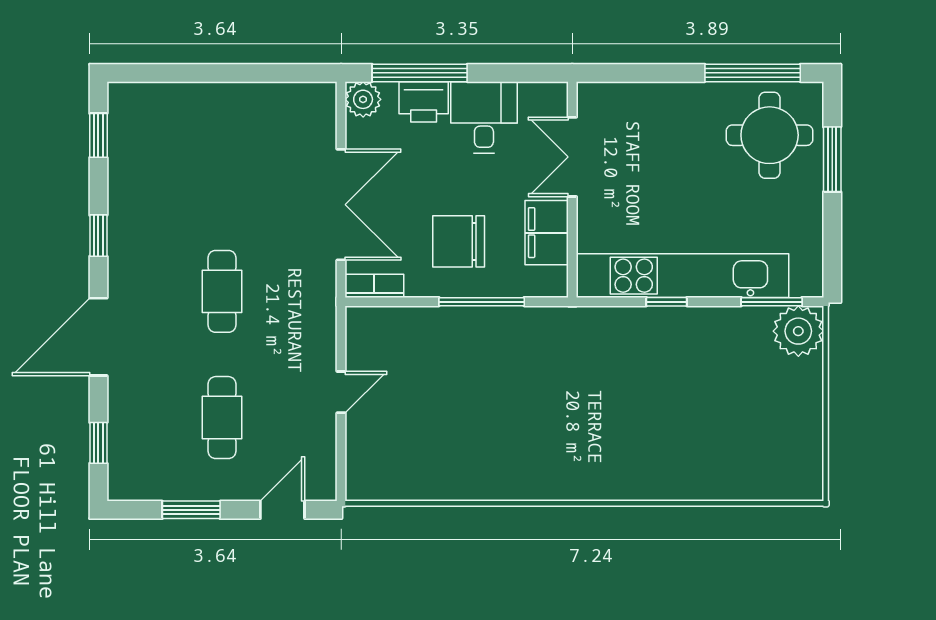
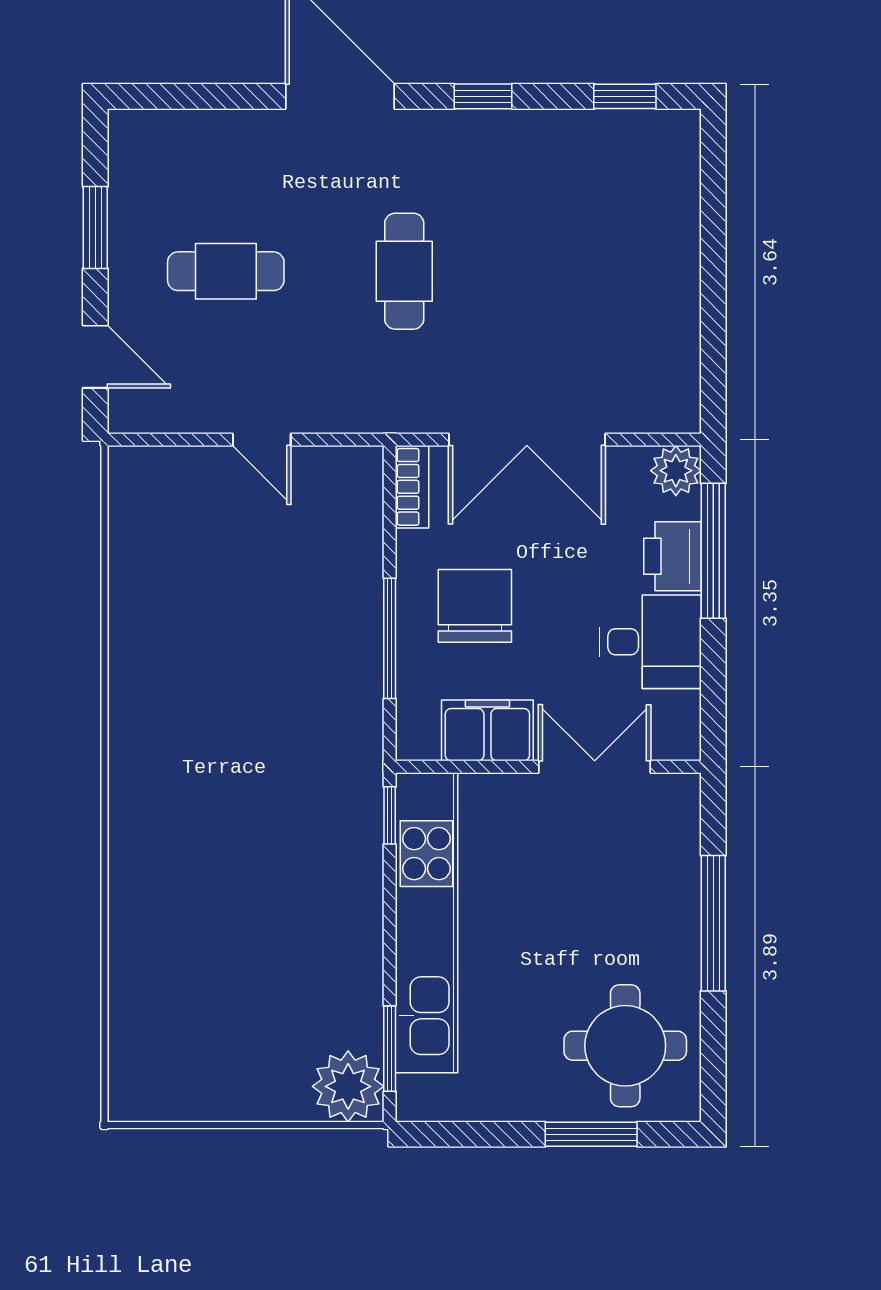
window: (753, 73) -> (713, 923), moved
cafe table: (222, 291) -> (404, 271), turned 90
window: (667, 302) -> (390, 815), moved
window: (98, 443) -> (190, 96), removed

